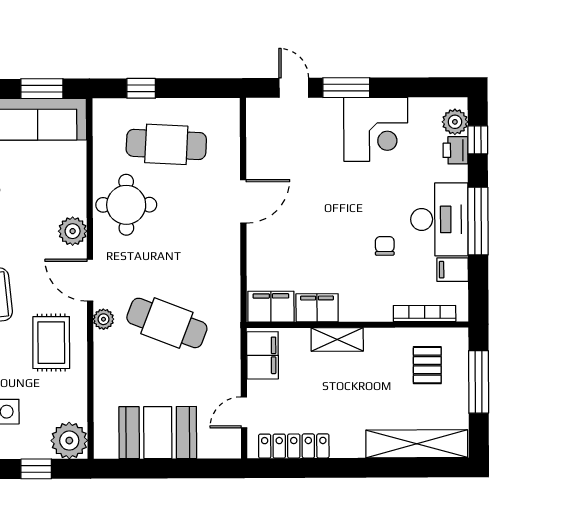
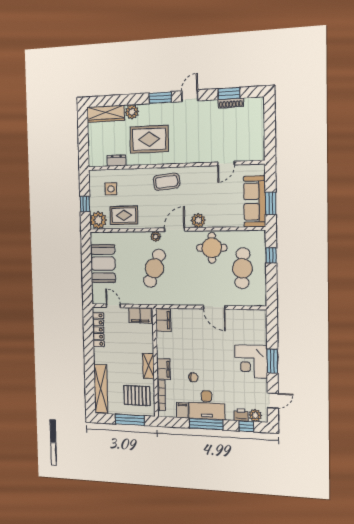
door: (294, 88) -> (273, 401), moved
corner desk: (376, 129) -> (251, 361), moved
filing cabinet: (317, 308) -> (164, 369), moved
shelving: (337, 339) -> (148, 366), moved
rug: (51, 343) -> (124, 215), moved
pallet: (427, 365) -> (137, 396), width x1.50, depth x1.42

